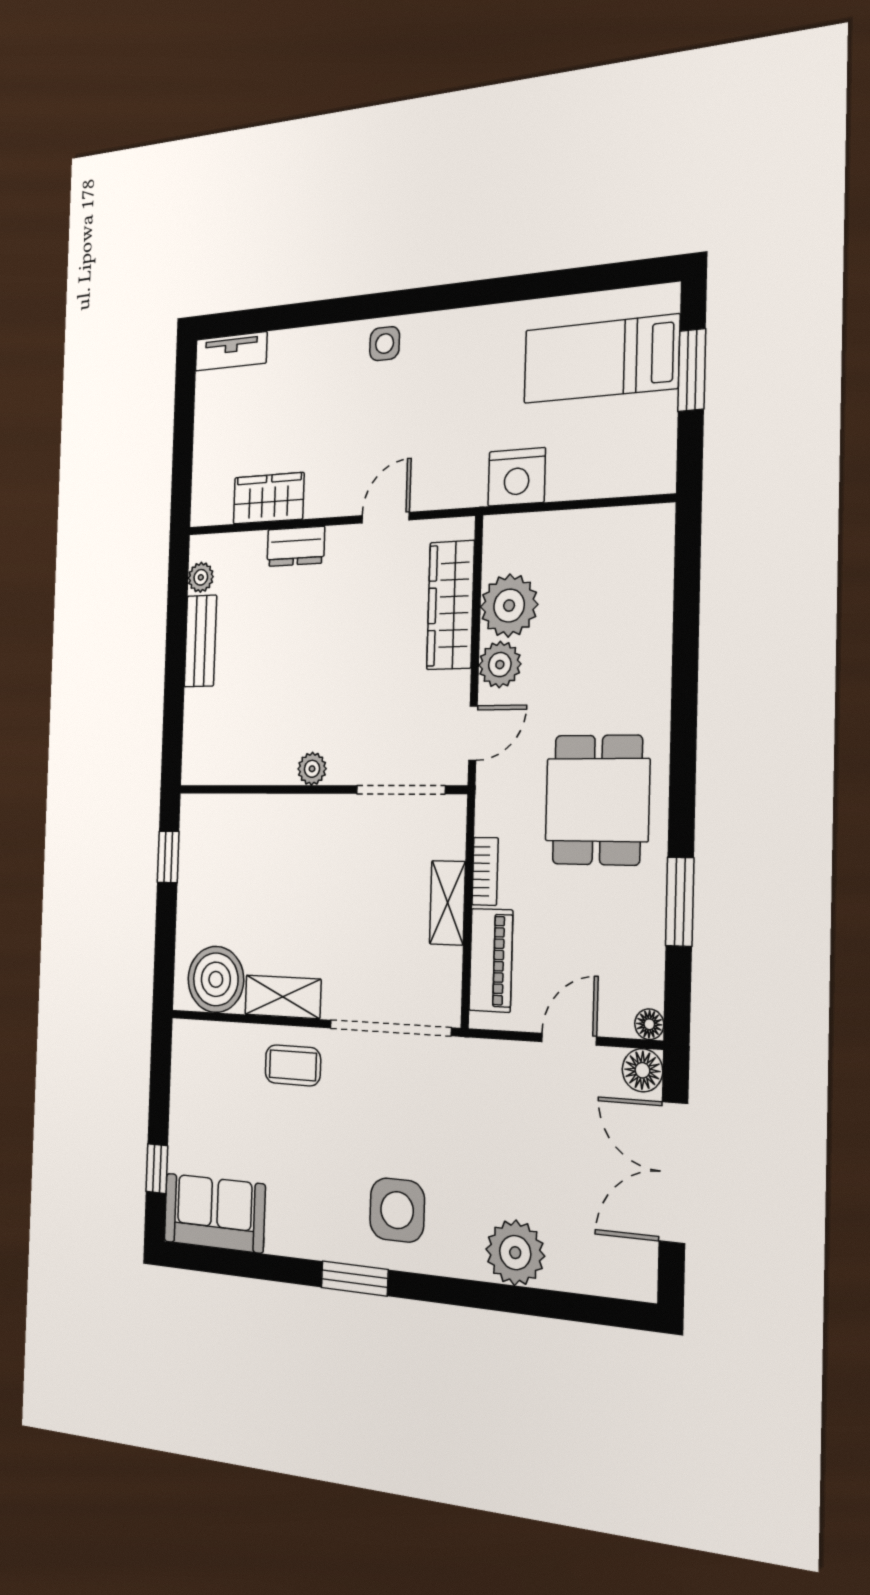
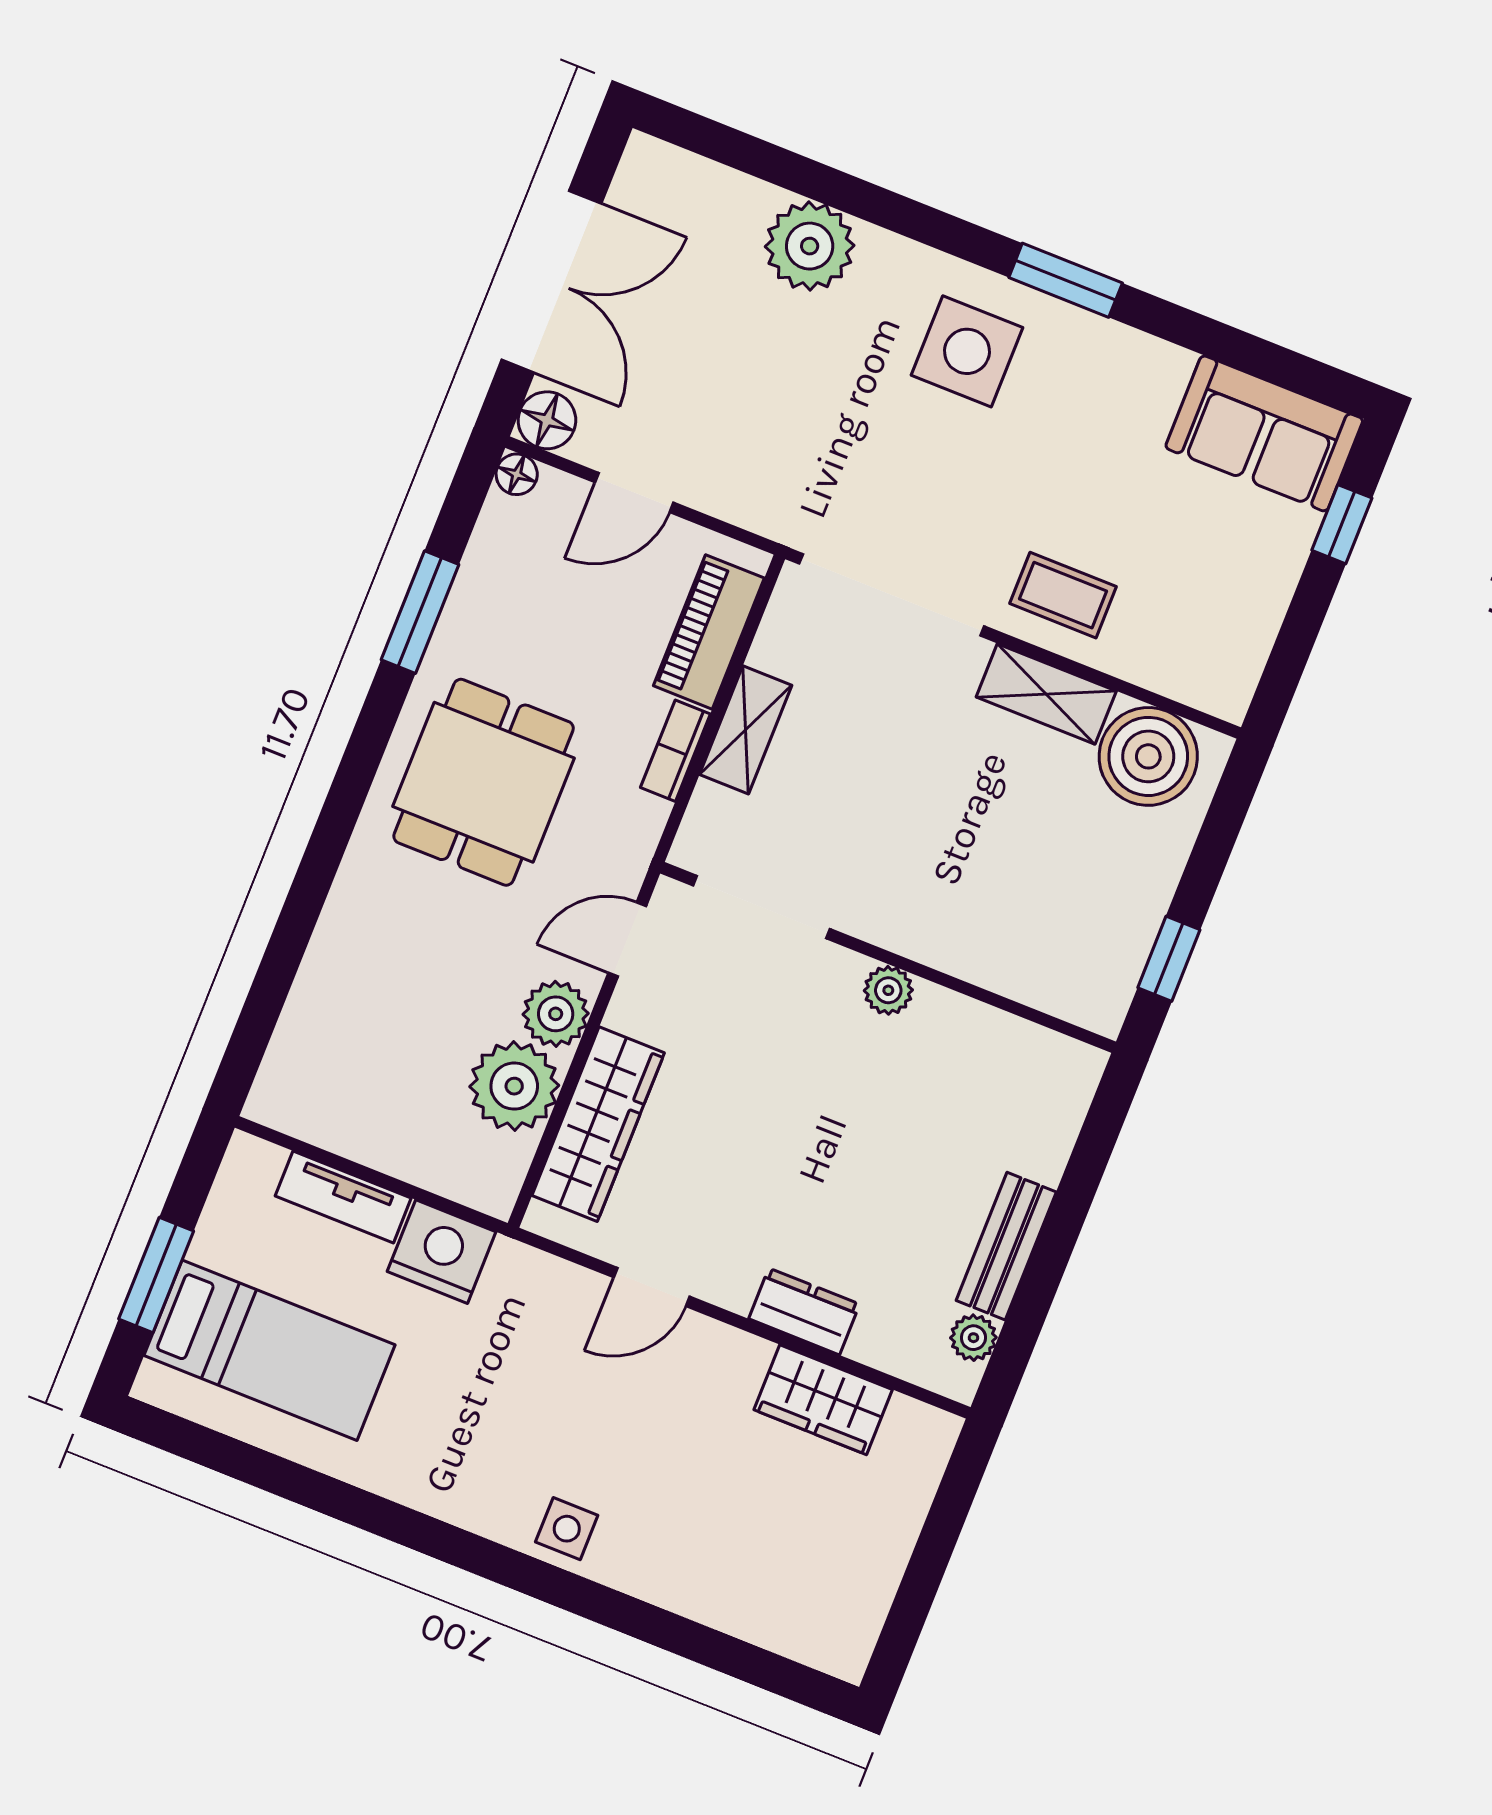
tv unit: (231, 351) -> (343, 1197), moved, turned 180

